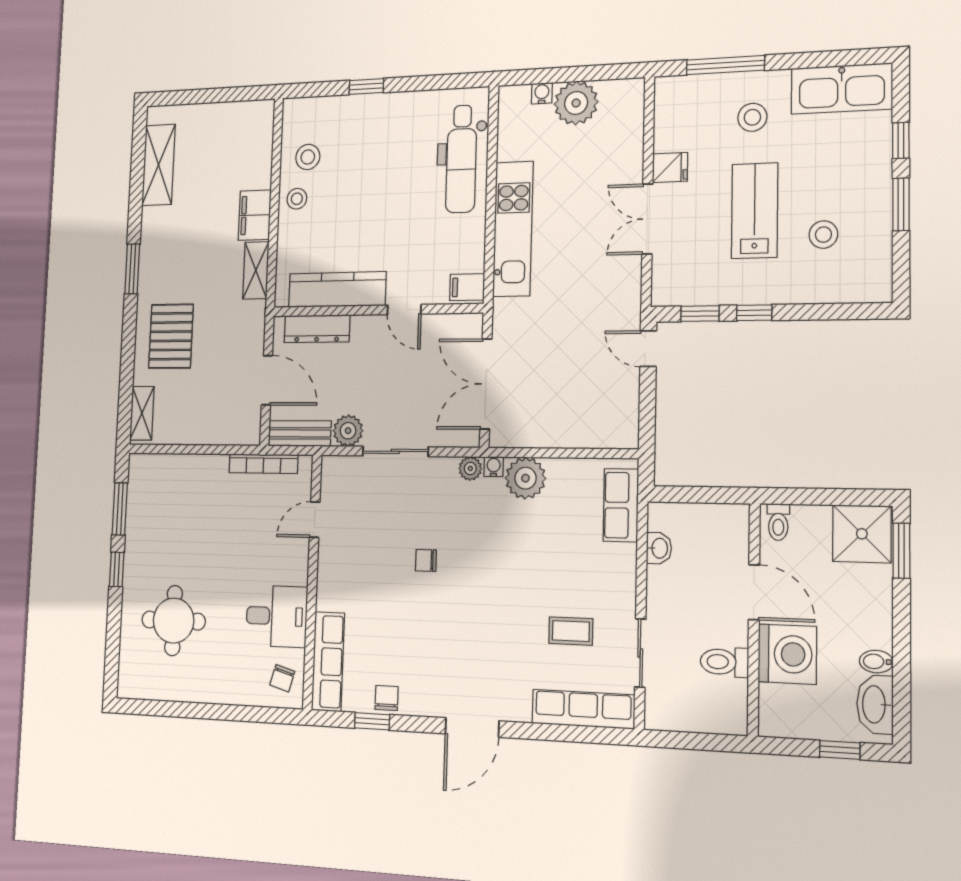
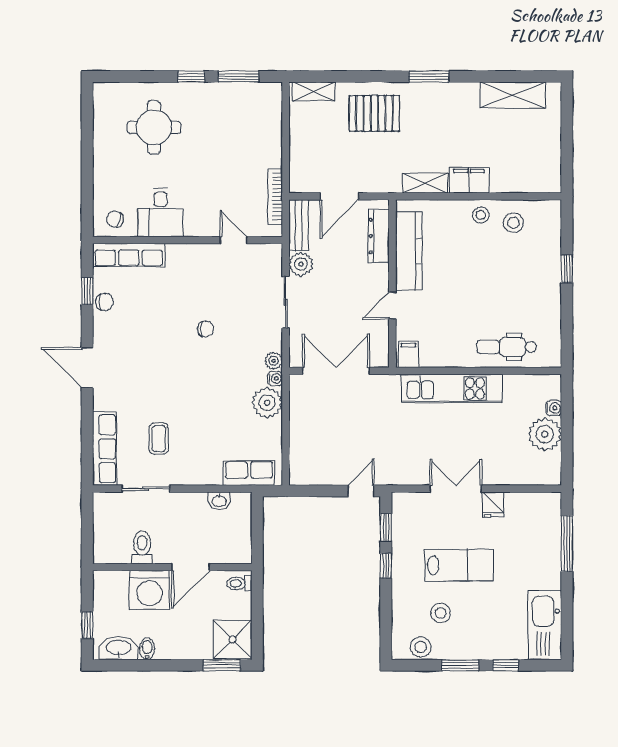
stool: (752, 117) -> (421, 647), moved
dental chair: (461, 159) -> (507, 347), width x0.73, depth x0.72
chair: (426, 560) -> (206, 329), turned 90

